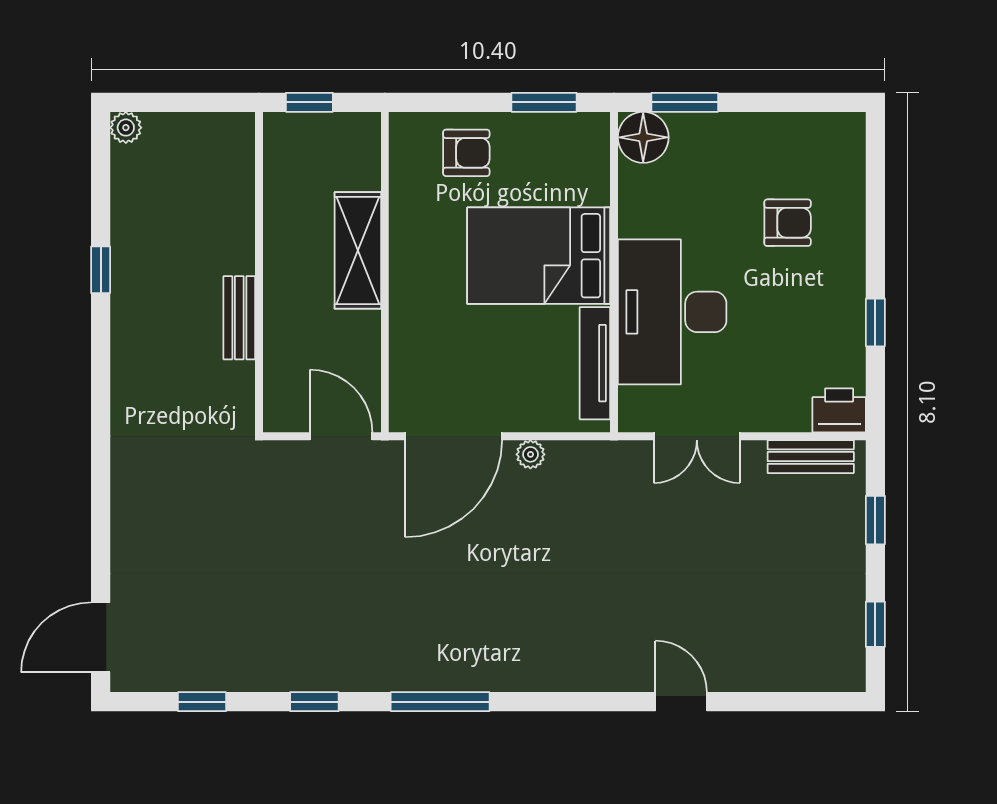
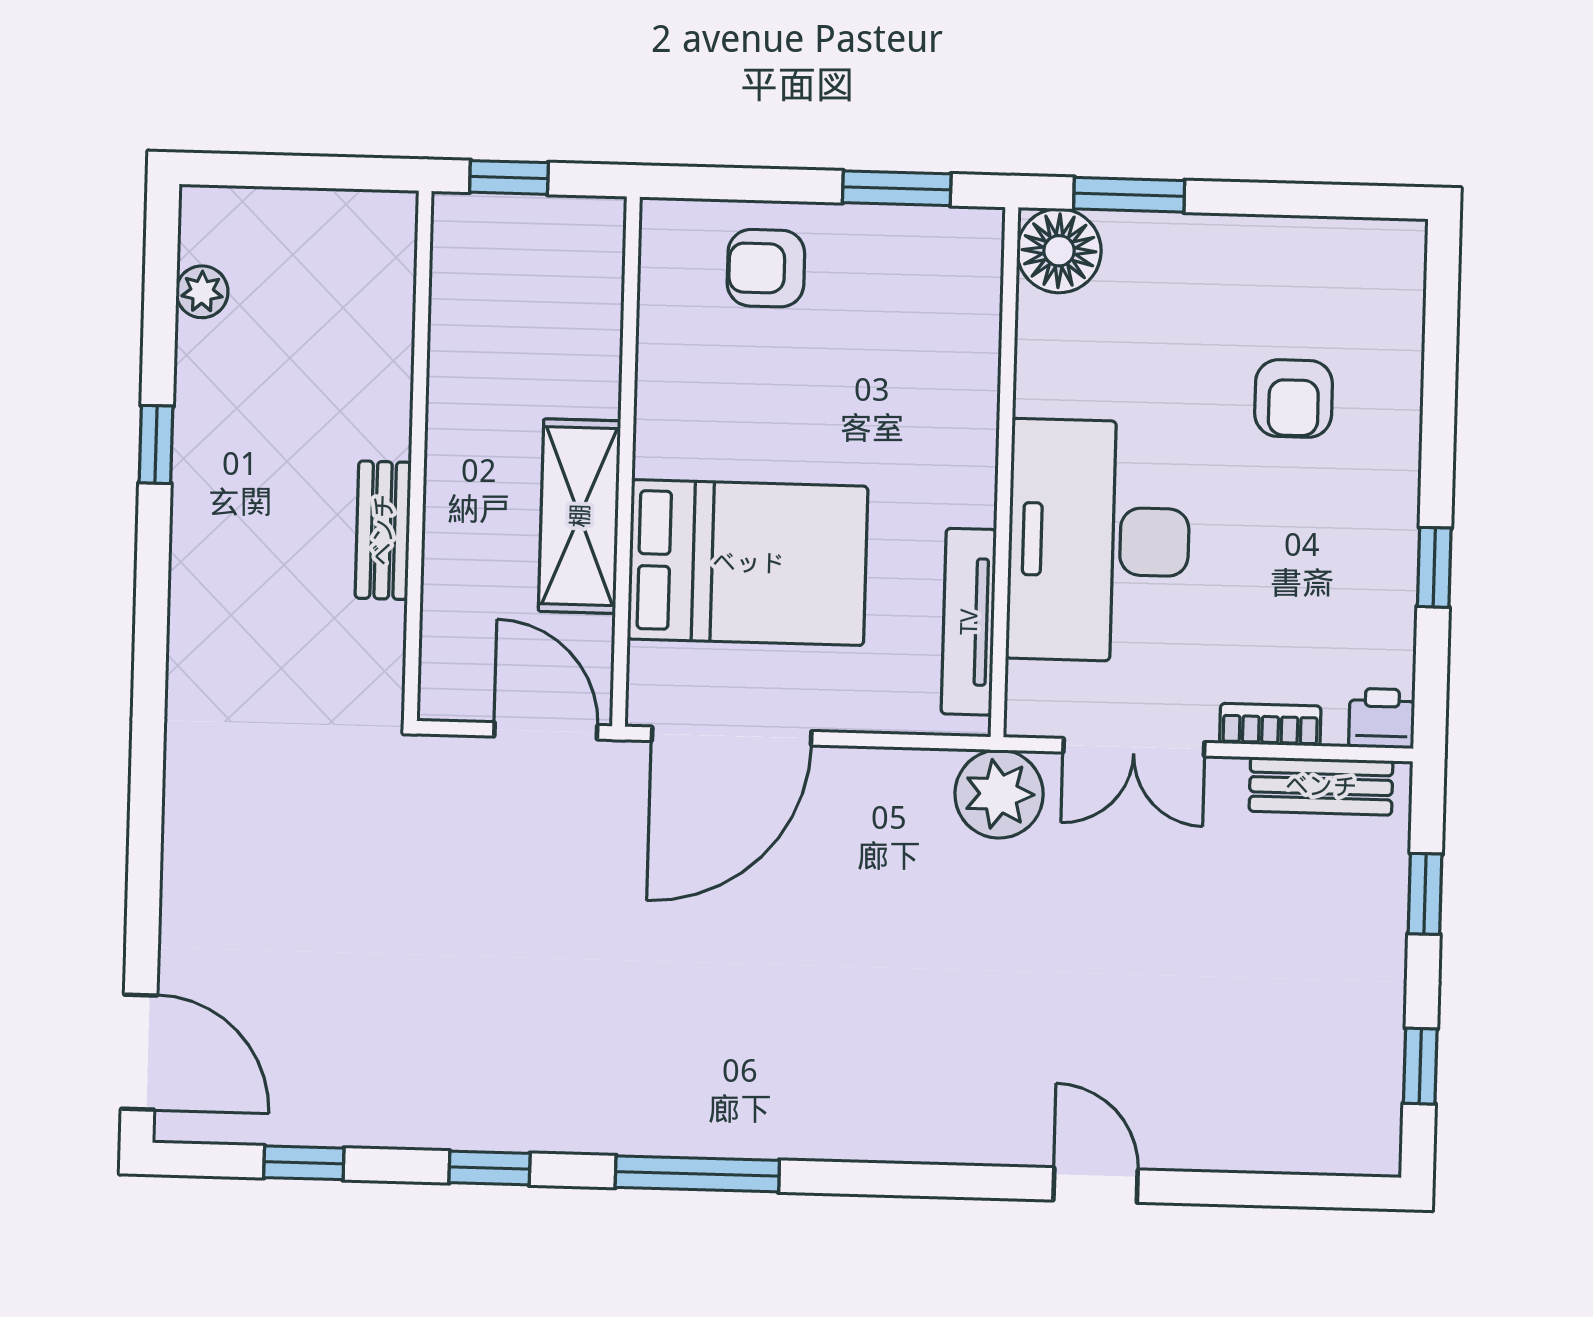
plant: (126, 128) -> (202, 292), moved
armchair: (466, 153) -> (766, 268), turned 180
armchair: (788, 223) -> (1294, 398), turned 90
shelving: (358, 250) -> (580, 516), moved
bed: (539, 256) -> (748, 563), moved, turned 180
printer: (839, 410) -> (1382, 718), width x0.73, depth x0.81
bookcase: (779, 420) -> (1270, 725), added
plant: (530, 454) -> (999, 794), moved, width x1.88, depth x1.88
door: (101, 637) -> (139, 1052), swing flipped

